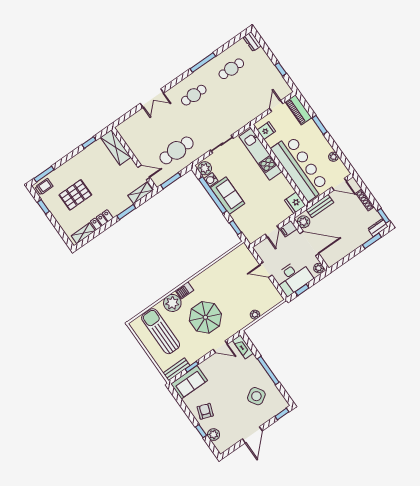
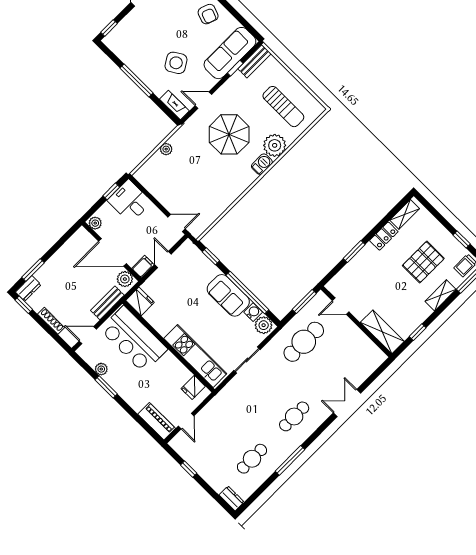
window: (320, 125) -> (106, 387), moved
bar counter: (300, 168) -> (134, 339), width x0.73
shelving: (140, 193) -> (440, 295), moved
door: (266, 270) -> (176, 223), moved
desk: (293, 277) -> (129, 201), width x0.73
sun lounger: (161, 331) -> (283, 107), width x0.73, depth x0.75
sofa: (189, 382) -> (230, 53), width x1.36
side table: (256, 396) -> (176, 63), moved

